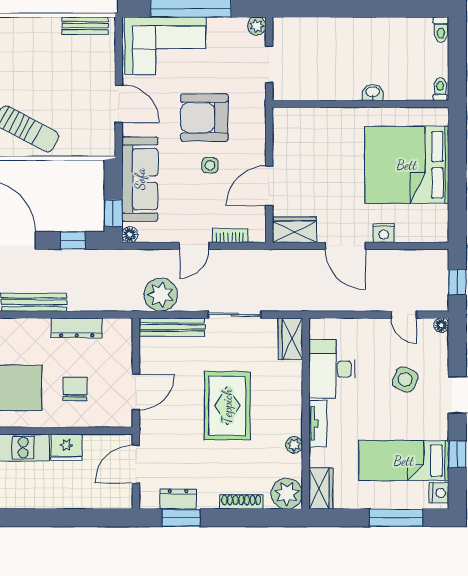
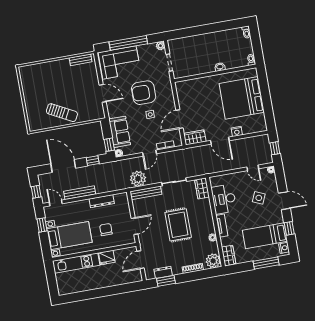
sofa: (140, 179) -> (120, 132), width x0.73

